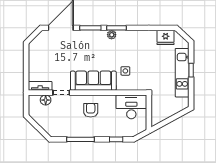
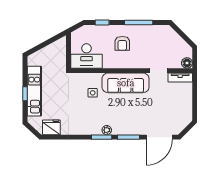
floor lamp: (46, 100) -> (187, 63), moved
armchair: (91, 110) -> (122, 43), moved

